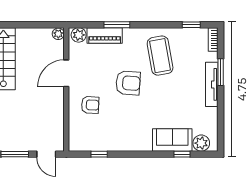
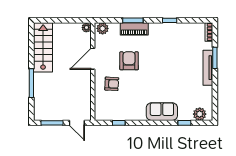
window: (191, 25) -> (170, 20), moved
piano: (105, 35) -> (134, 29), moved
coffee table: (160, 56) -> (167, 45), removed
armchair: (128, 83) -> (129, 61), moved, turned -94
sofa: (172, 140) -> (162, 112), moved

